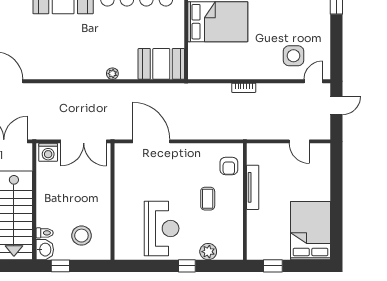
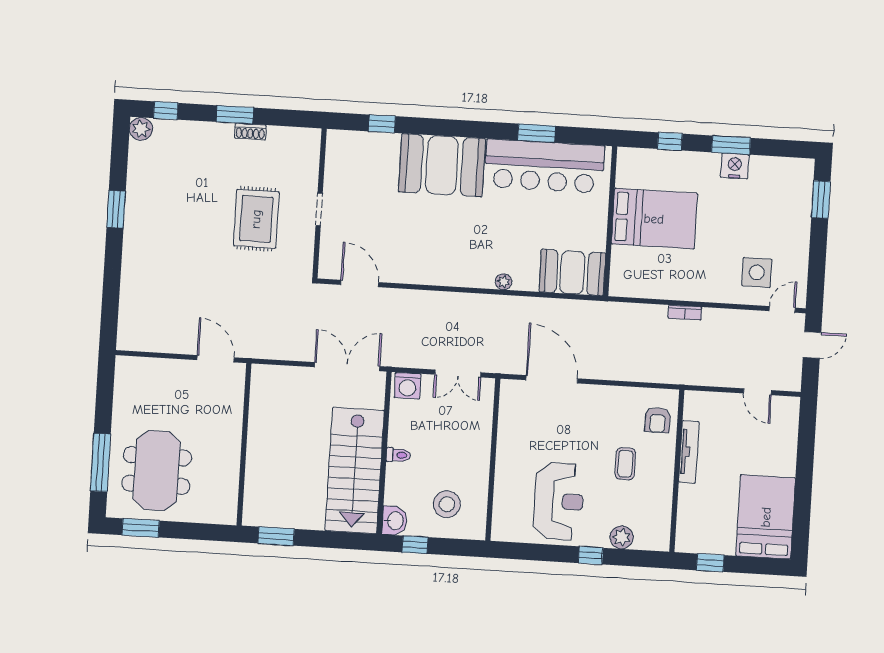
double door: (84, 141) -> (458, 374), width x0.73
toilet: (45, 233) -> (398, 455), moved

